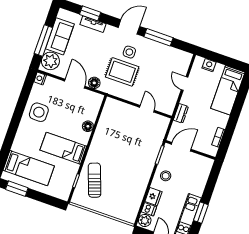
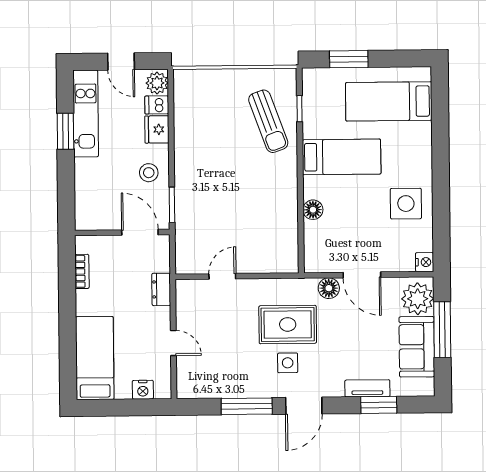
door: (147, 109) -> (222, 276), swing flipped
door: (181, 147) -> (140, 232), swing flipped
window: (17, 189) -> (349, 59), moved

